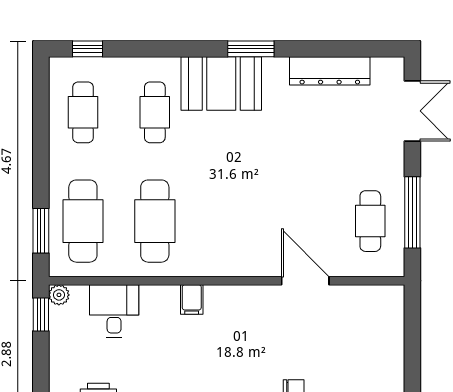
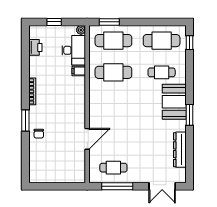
cafe table: (83, 112) -> (162, 41), width x1.37, depth x1.35
filing cabinet: (192, 299) -> (79, 71), moved
desk: (114, 311) -> (74, 50), width x1.37
window: (41, 315) -> (54, 22), moved

